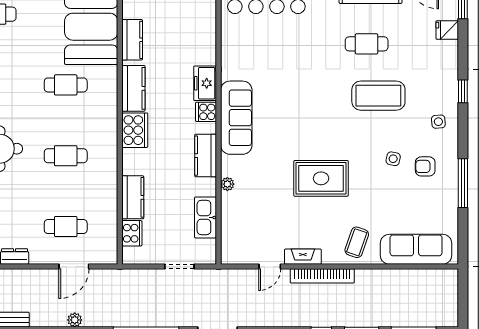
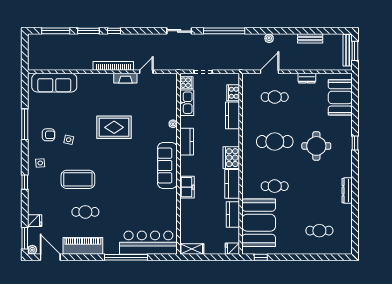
cooker: (206, 112) -> (186, 83), moved
cafe table: (66, 156) -> (275, 142), width x1.37, depth x1.35
coffee table: (357, 242) -> (92, 87), removed

